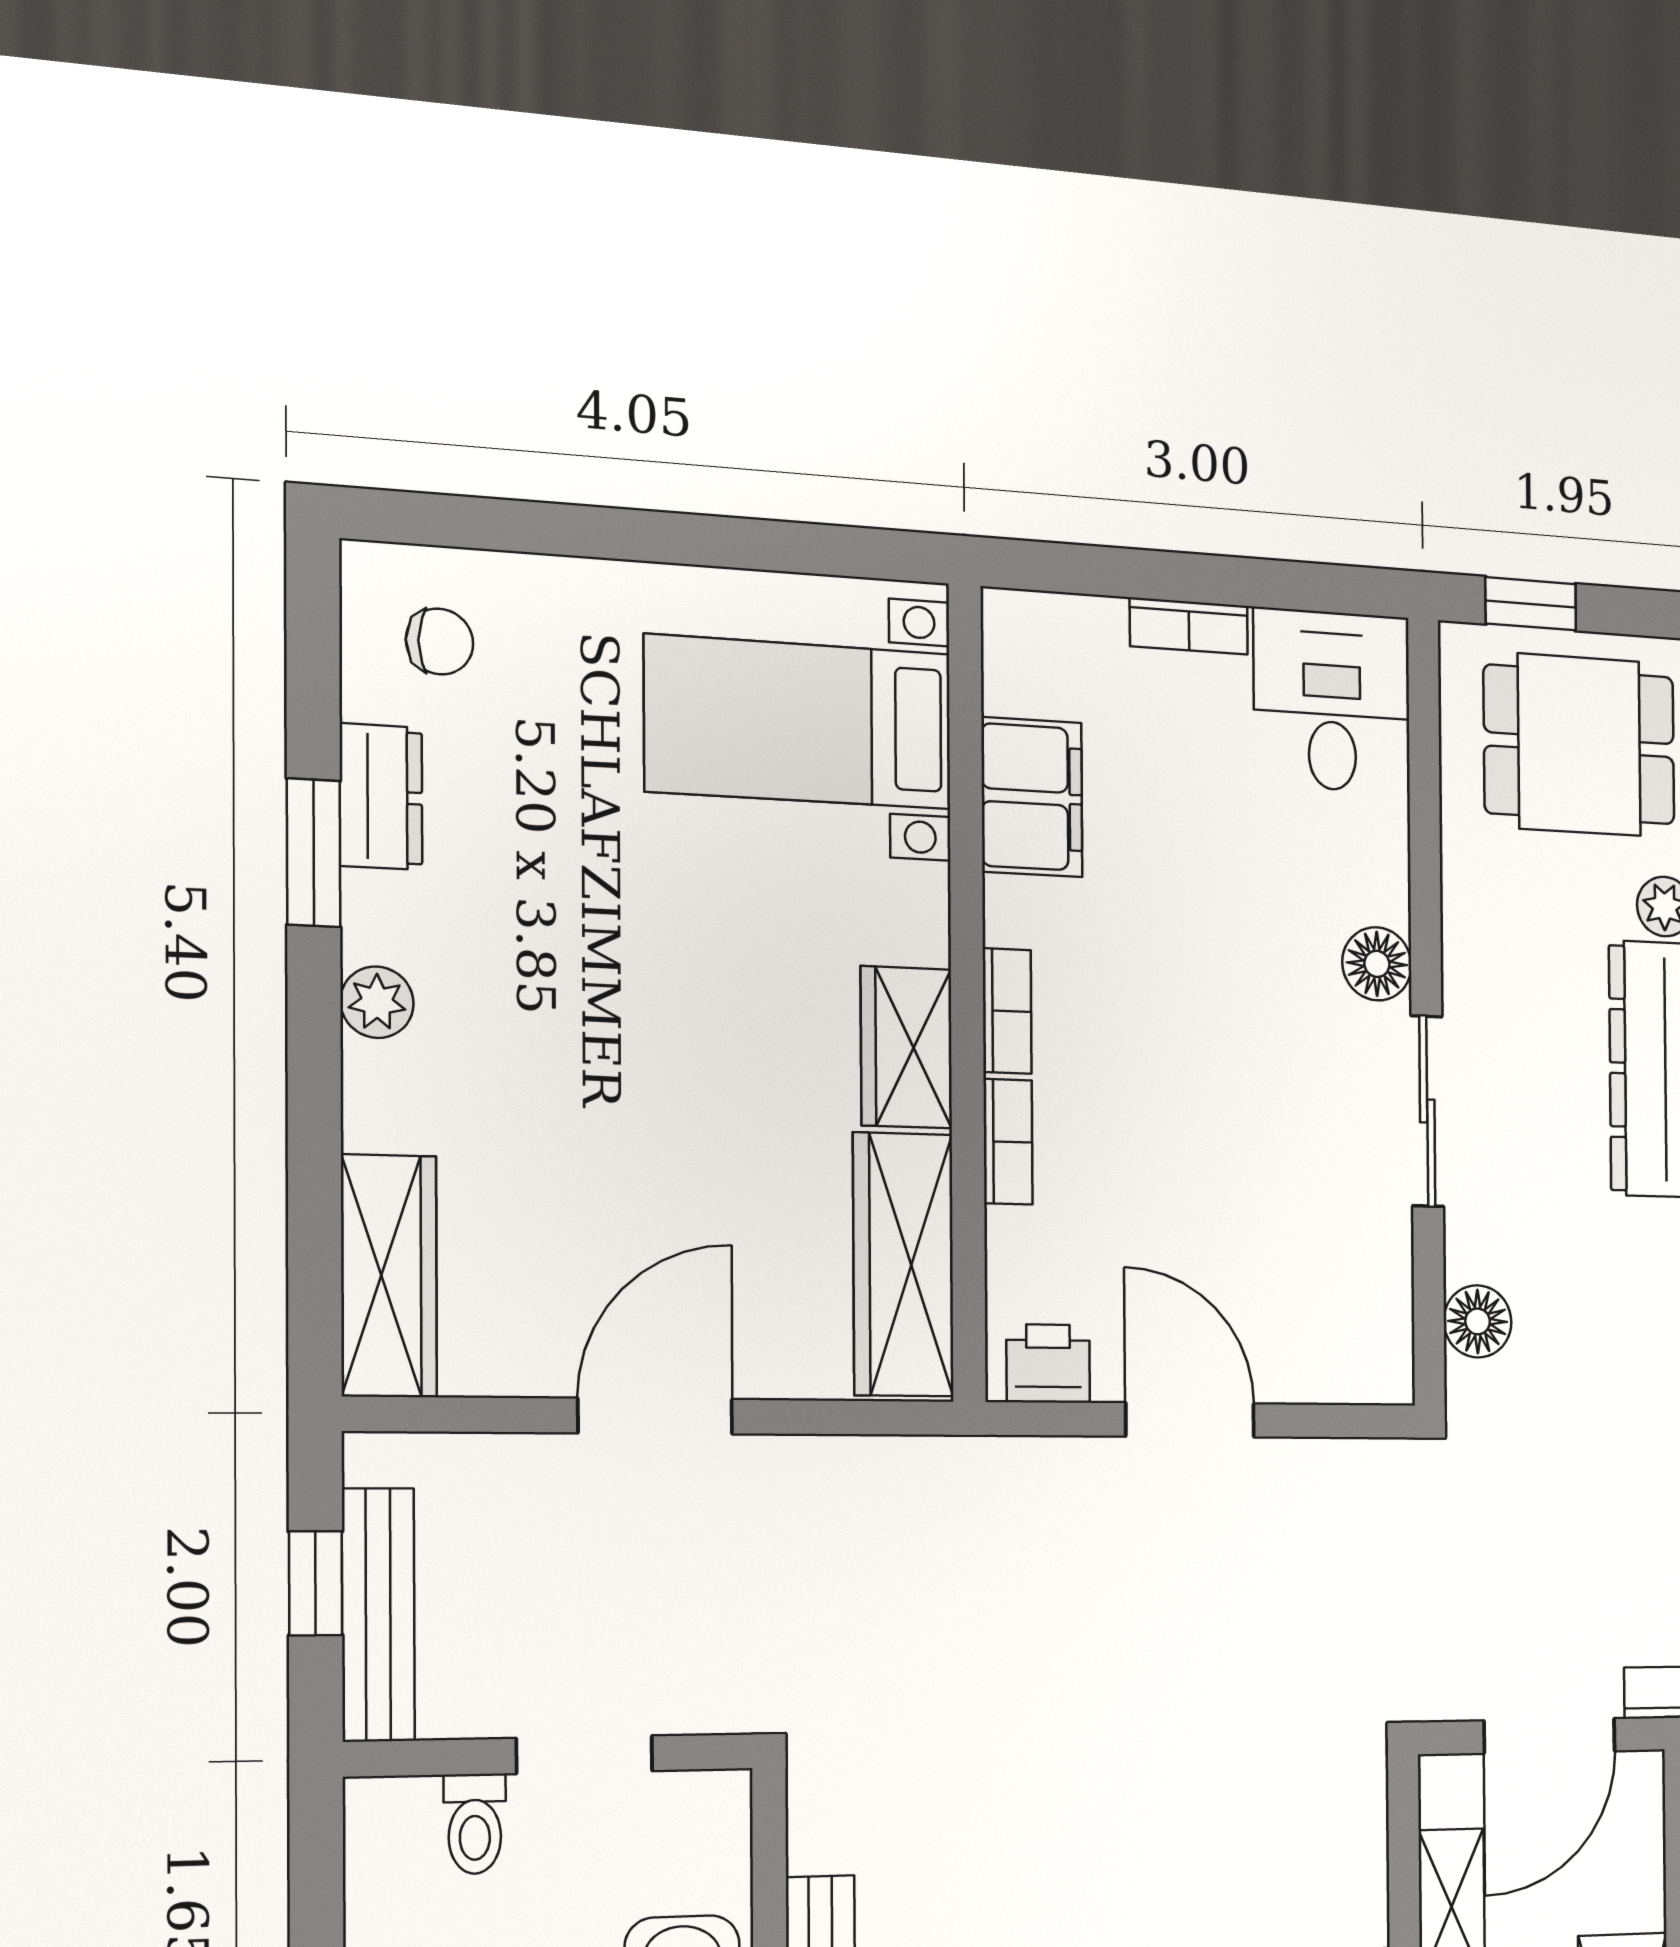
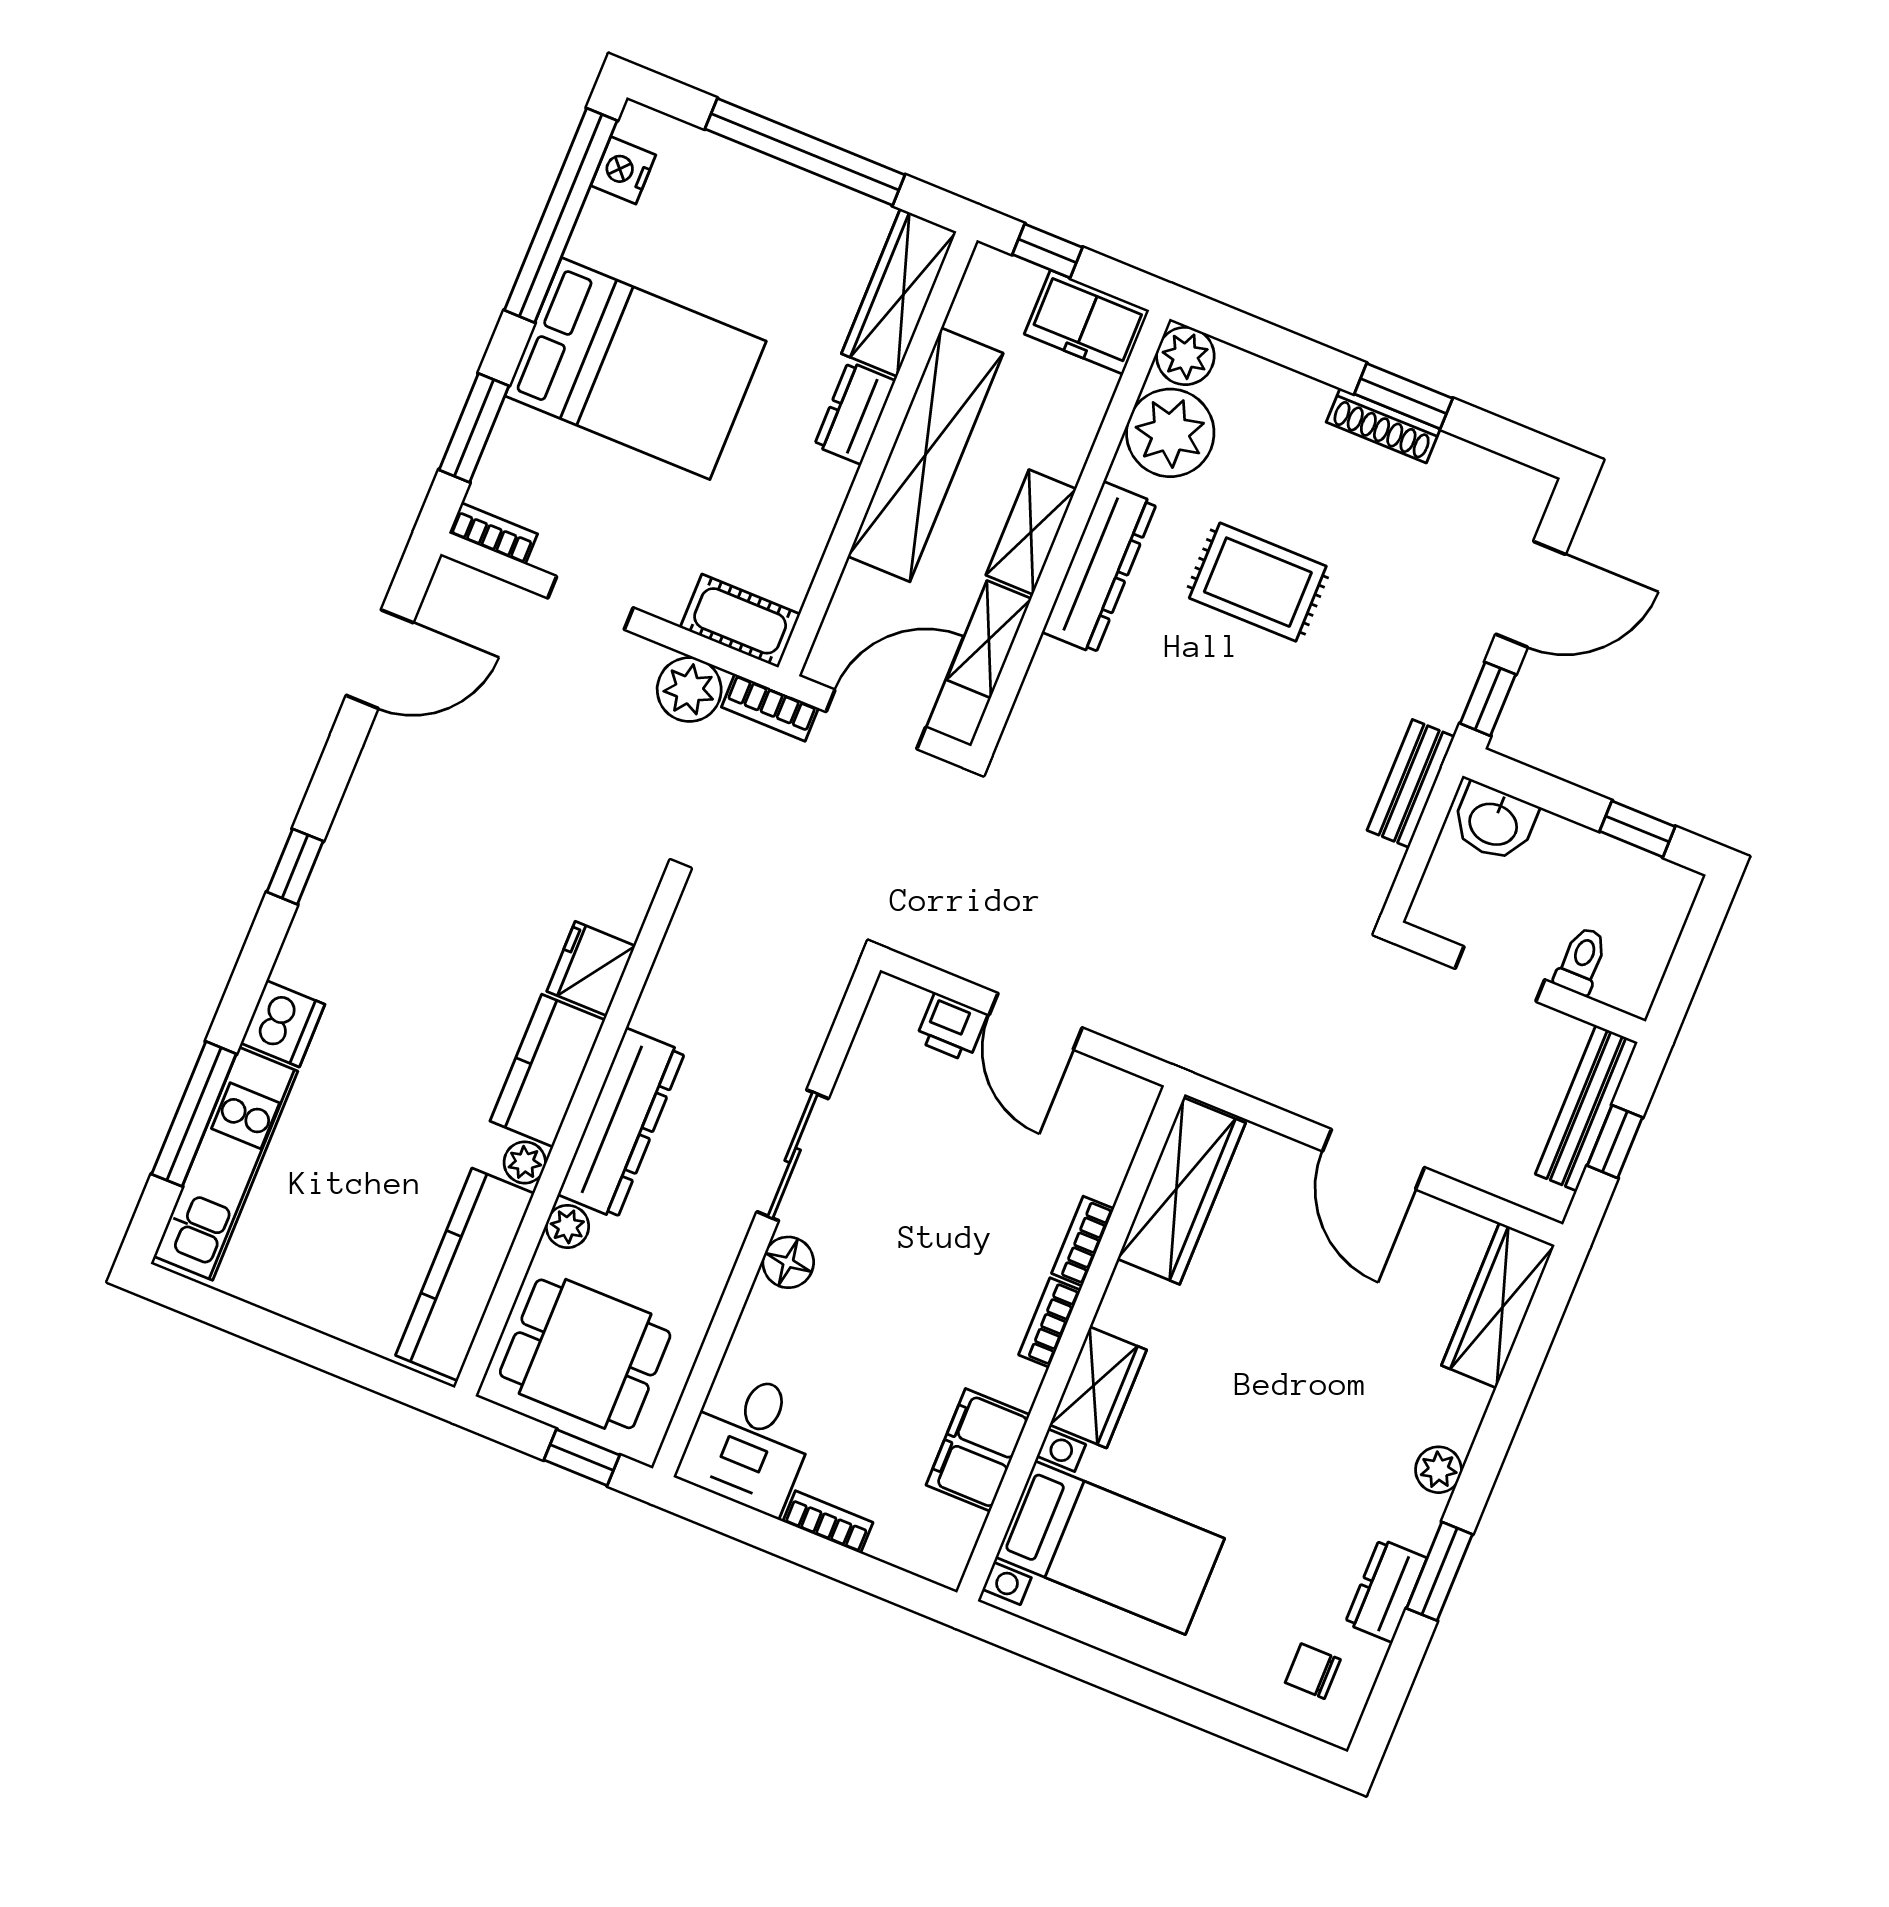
wardrobe: (906, 1047) -> (1098, 1387), moved
floor lamp: (1478, 1321) -> (814, 1007), removed
printer: (1048, 1364) -> (952, 1027), moved
door: (655, 1416) -> (1374, 1159), hinge flipped

